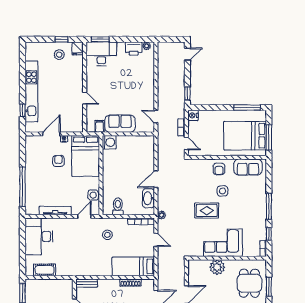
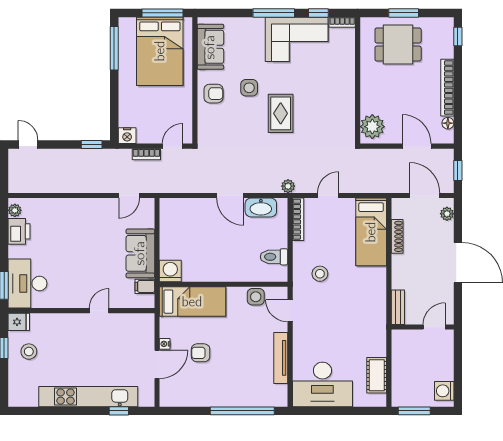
door: (51, 134) -> (157, 364), swing flipped
bed: (86, 156) -> (192, 302), width x0.67
corner sofa: (223, 243) -> (297, 39), moved, turned -90
plant: (217, 267) -> (372, 127), moved

